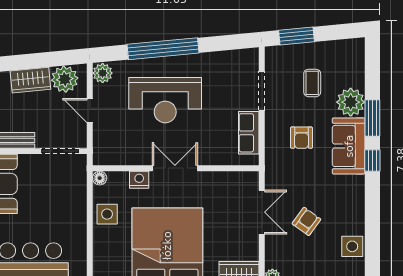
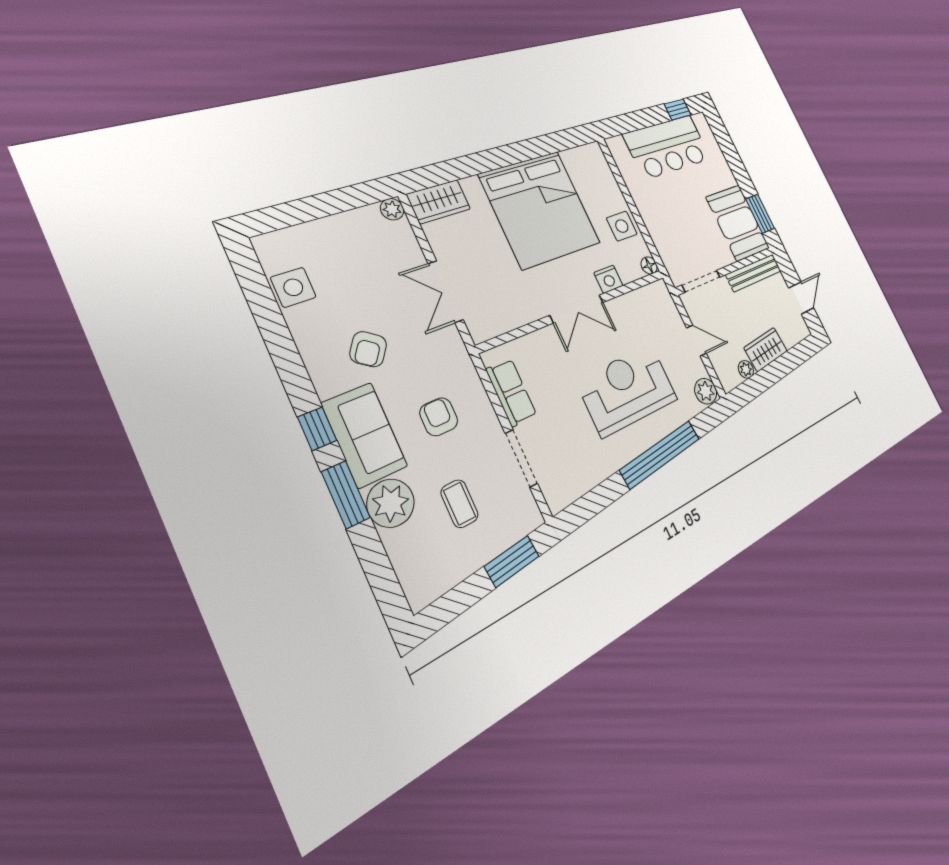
plant: (65, 79) -> (746, 369), width x0.53, depth x0.53
armchair: (306, 221) -> (368, 349), moved

